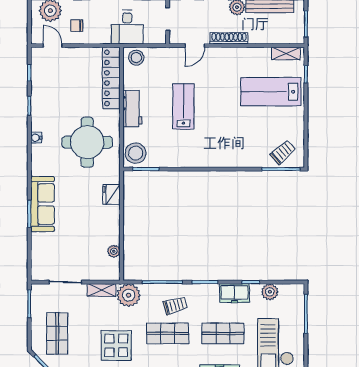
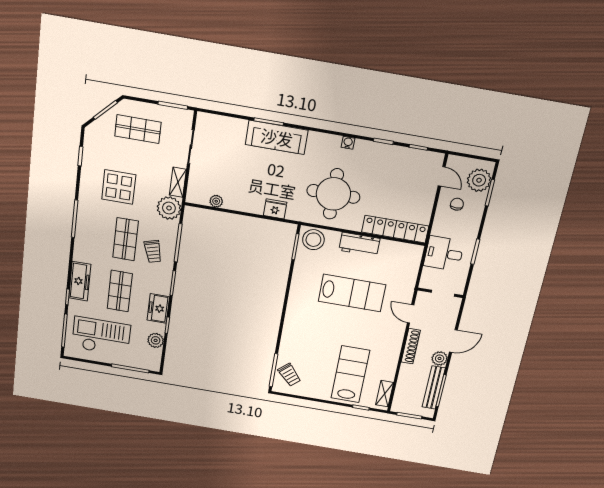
door: (53, 46) -> (442, 176), hinge flipped
stool: (136, 58) -> (411, 257), removed
lab bench: (183, 106) -> (352, 293), width x1.36, depth x1.39

